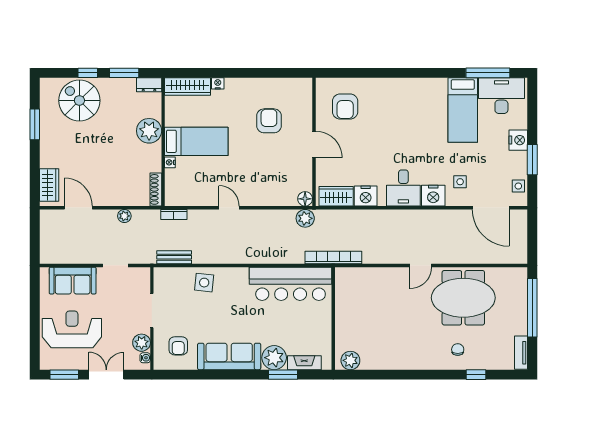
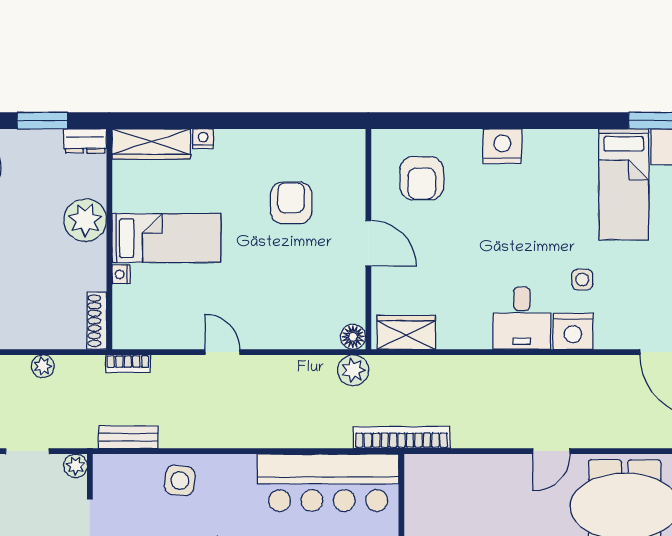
side table: (460, 182) -> (582, 280), moved
nightstand: (366, 196) -> (502, 146), moved, turned 180
plant: (143, 274) -> (75, 466), added

